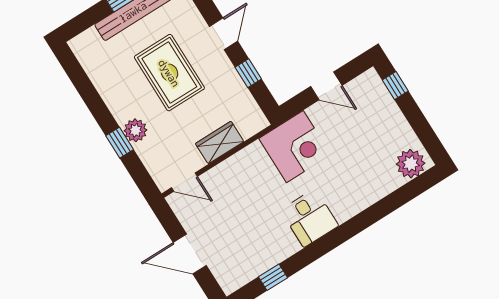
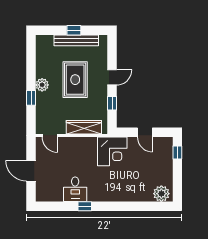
plant: (135, 130) -> (42, 85), moved
wardrobe: (220, 143) -> (84, 127), width x1.50
desk: (310, 218) -> (75, 189), moved
window: (273, 277) -> (85, 206), moved

